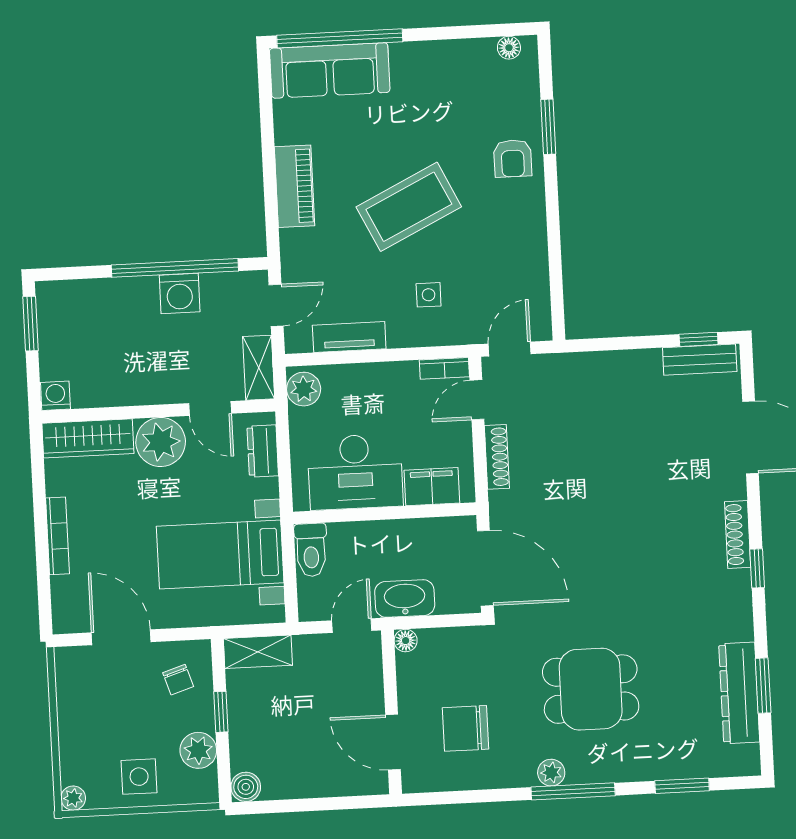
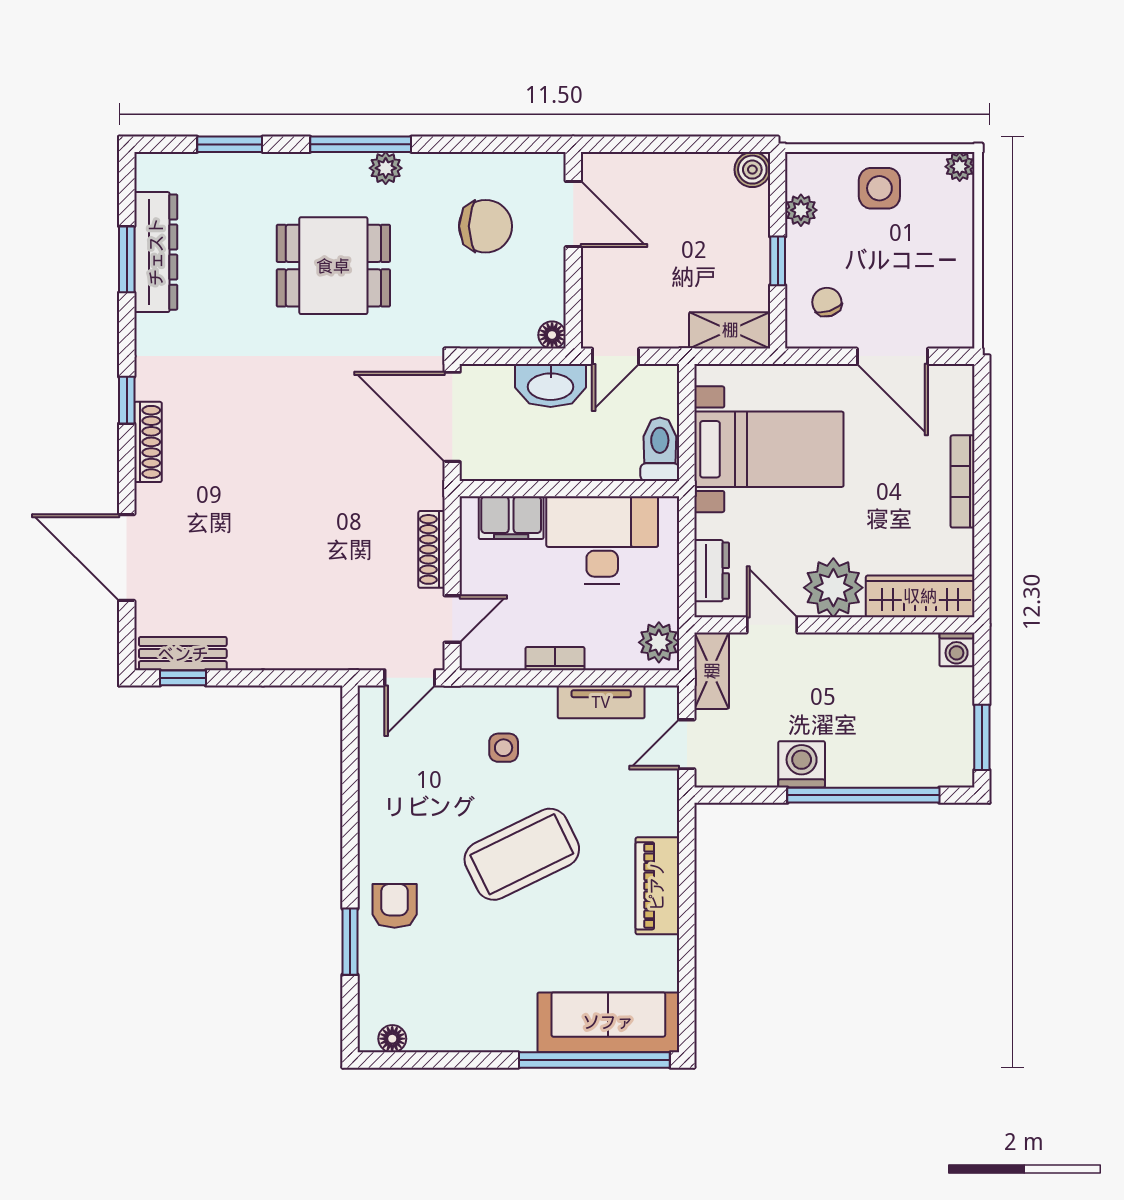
window: (175, 268) -> (863, 795), moved
bookcase: (444, 368) -> (555, 659), moved
plant: (198, 750) -> (801, 210), width x0.73, depth x0.73

